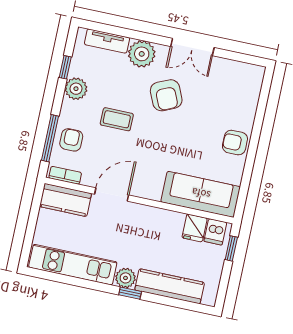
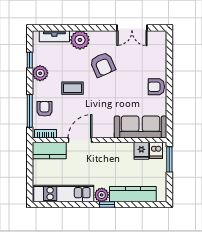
double door: (192, 47) -> (132, 28), moved
window: (231, 248) -> (169, 159), width x1.50

